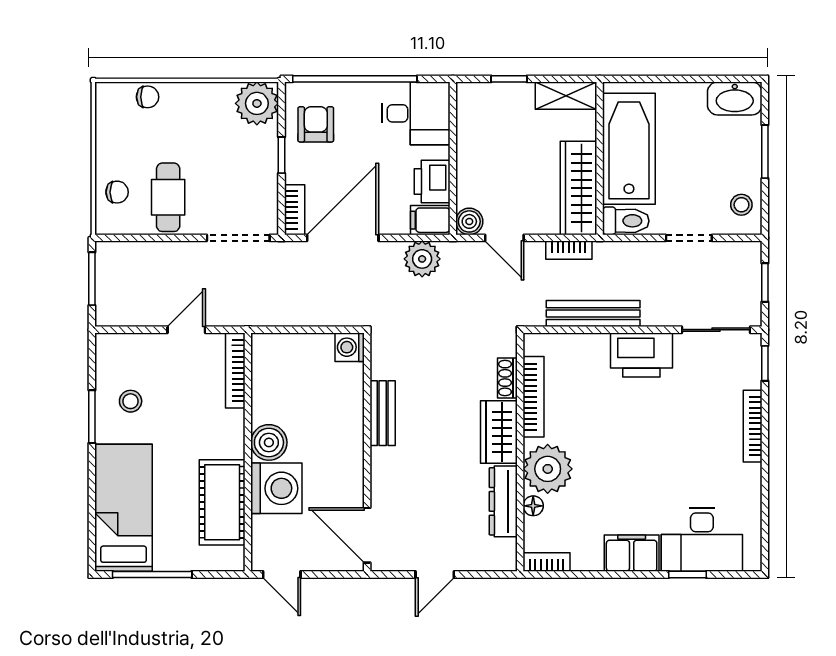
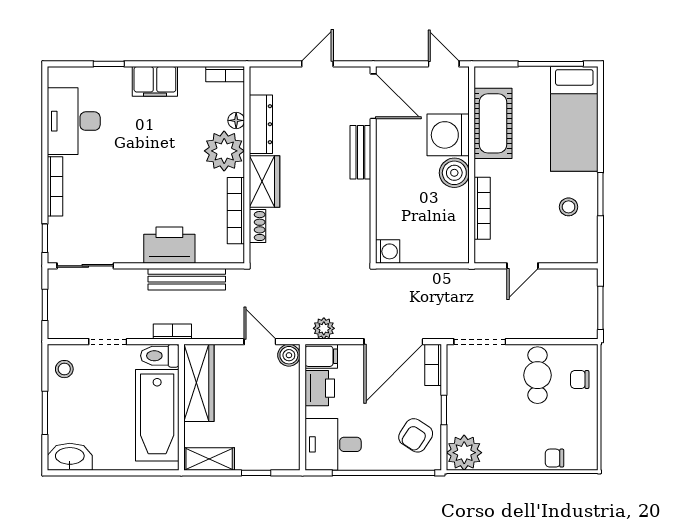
armchair: (316, 124) -> (416, 435), turned 33
bookcase: (569, 250) -> (172, 332), moved
plant: (422, 259) -> (324, 328), width x0.73, depth x0.73
printer: (641, 355) -> (169, 245), moved
bookcase: (235, 370) -> (482, 208), moved
bench: (383, 413) -> (360, 152), moved
desk: (702, 540) -> (74, 121), moved, turned -90

